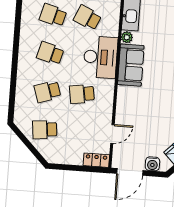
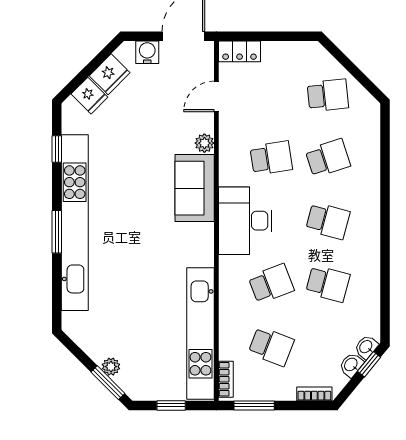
school desk: (87, 18) -> (271, 284), turned -45
plant: (127, 37) -> (204, 143), moved
sofa: (131, 65) -> (195, 188), moved

